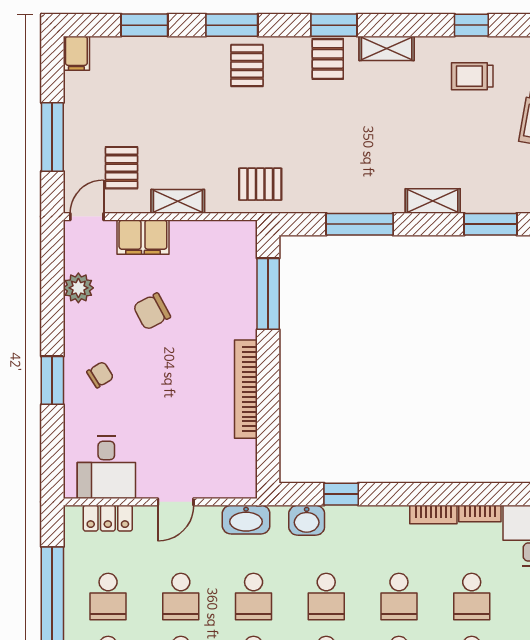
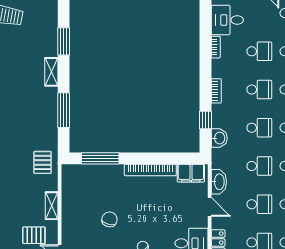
filing cabinet: (143, 237) -> (191, 173), moved, turned 90
chair: (152, 311) -> (109, 219), turned -137
bookcase: (433, 515) -> (216, 91), moved
washbasin: (246, 520) -> (219, 182), moved

